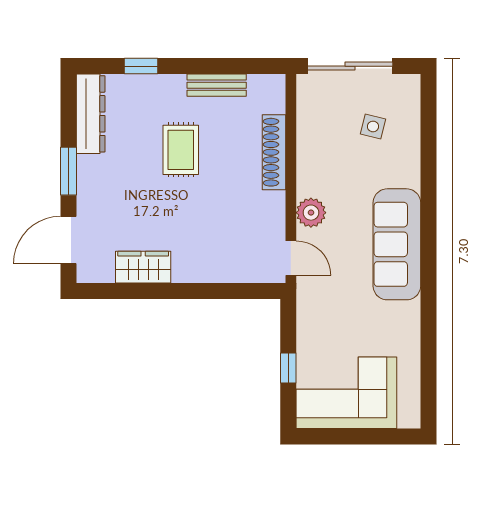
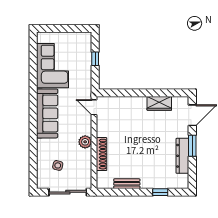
dresser: (91, 114) -> (182, 156), moved
rug: (181, 150) -> (143, 155), removed
plant: (311, 213) -> (85, 142), moved
corner sofa: (346, 393) -> (53, 66), moved, turned -90

